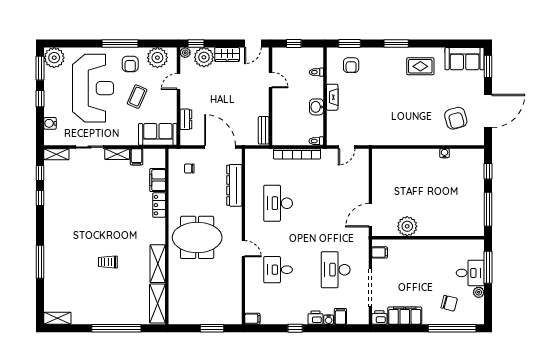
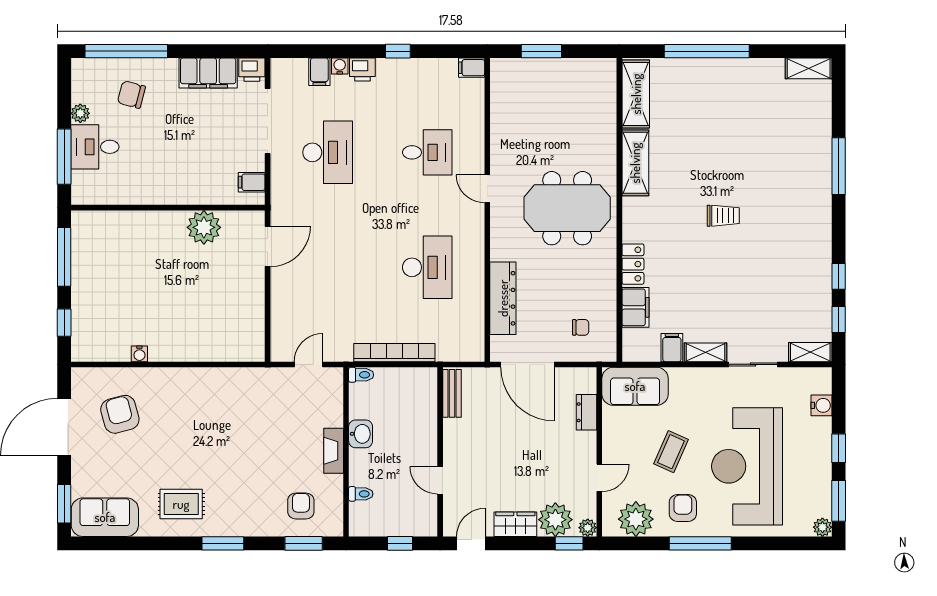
plant: (54, 58) -> (822, 527), width x0.53, depth x0.53
trolley: (108, 262) -> (723, 216), moved

